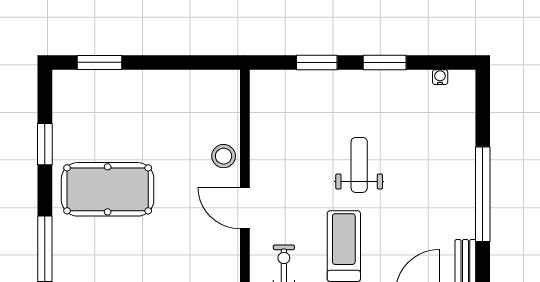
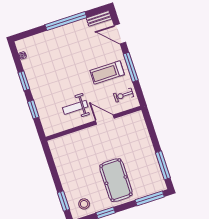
stool: (224, 156) -> (84, 204), moved
weight bench: (359, 165) -> (75, 107), moved
door: (245, 208) -> (105, 120), swing flipped

